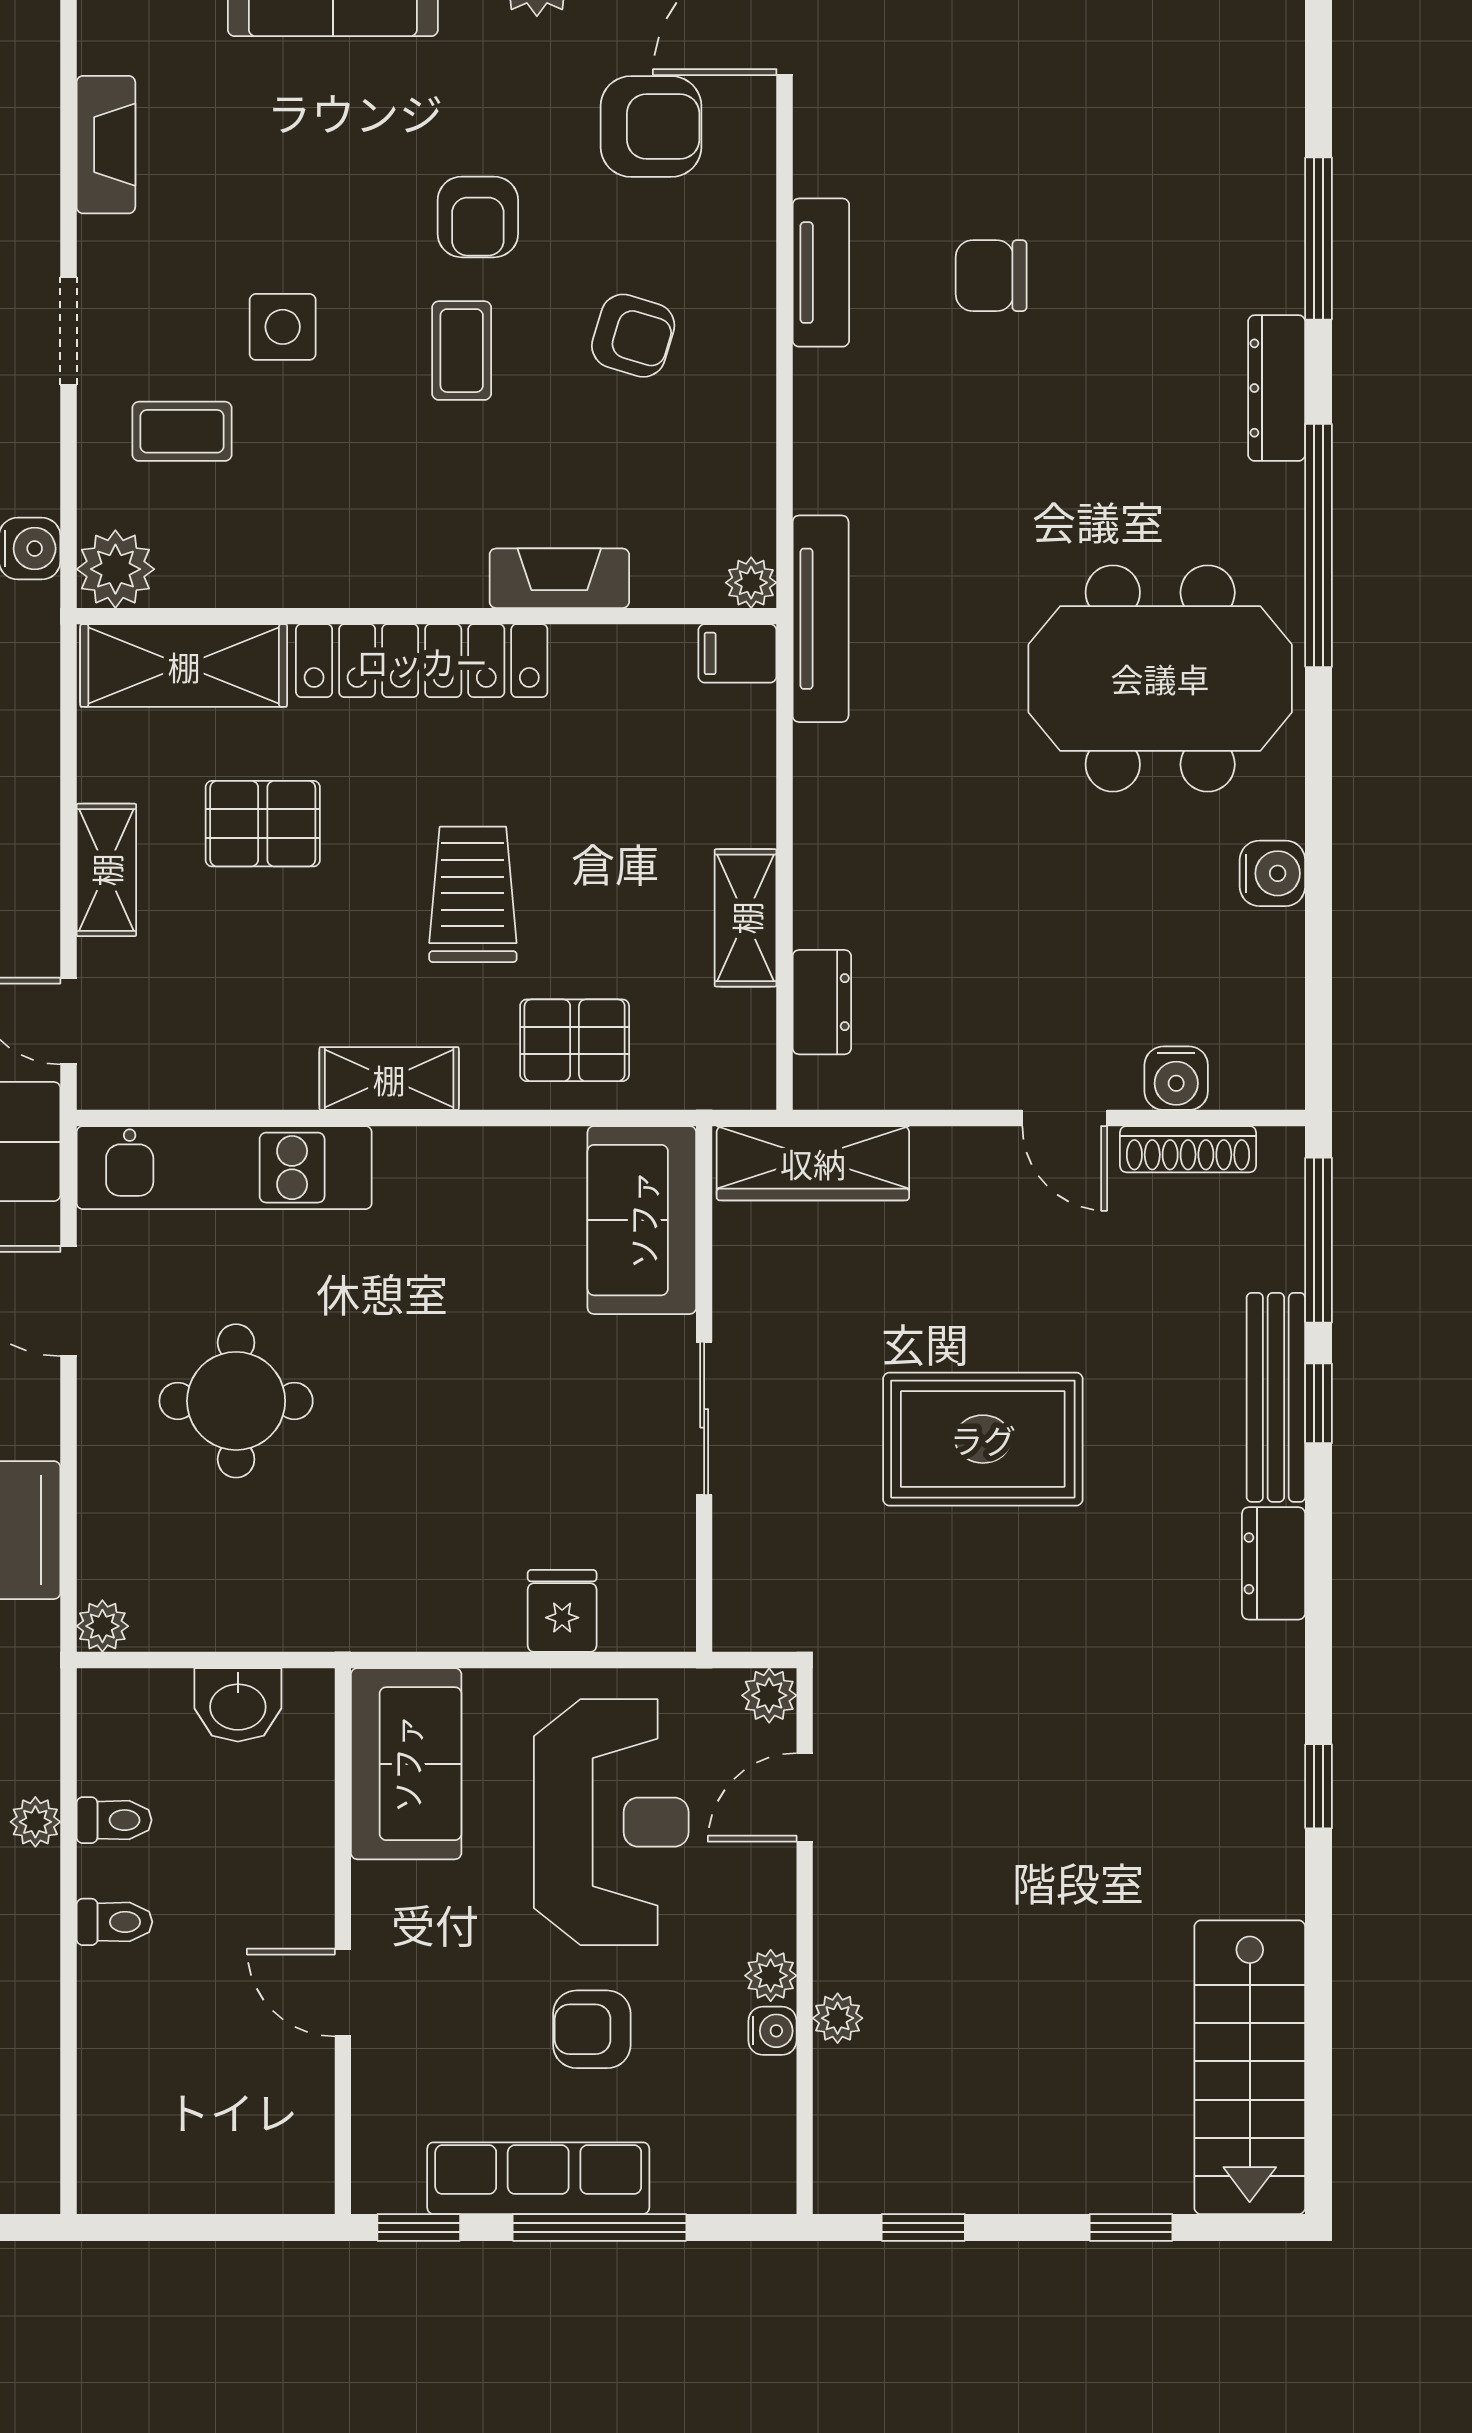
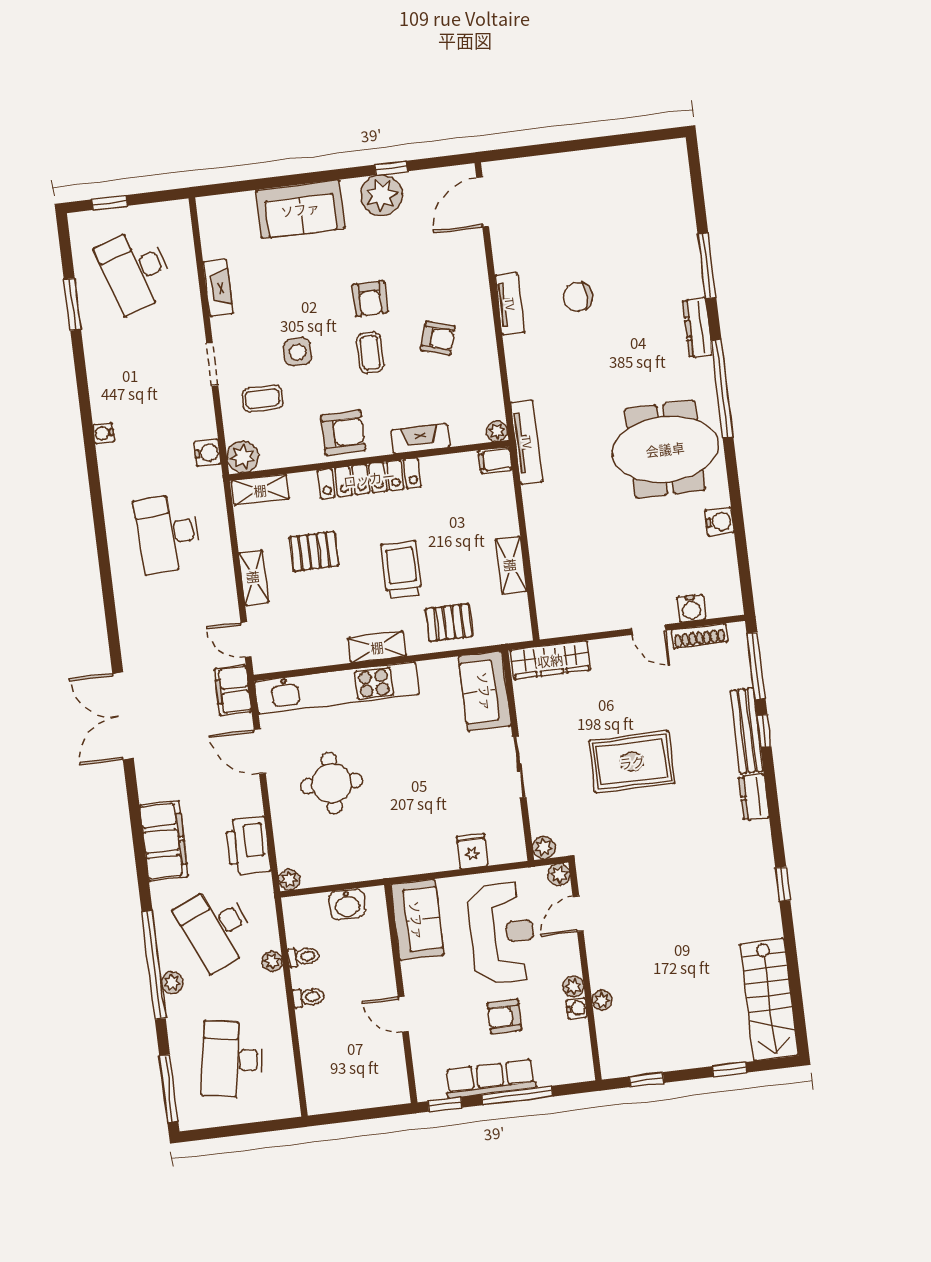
armchair: (651, 127) -> (343, 433), moved
shelving: (184, 666) -> (260, 490), width x0.67, depth x0.75
dresser: (822, 1002) -> (546, 595), removed
kitchen unit: (224, 1168) -> (337, 688), width x1.36
plant: (740, 1624) -> (544, 848), added

